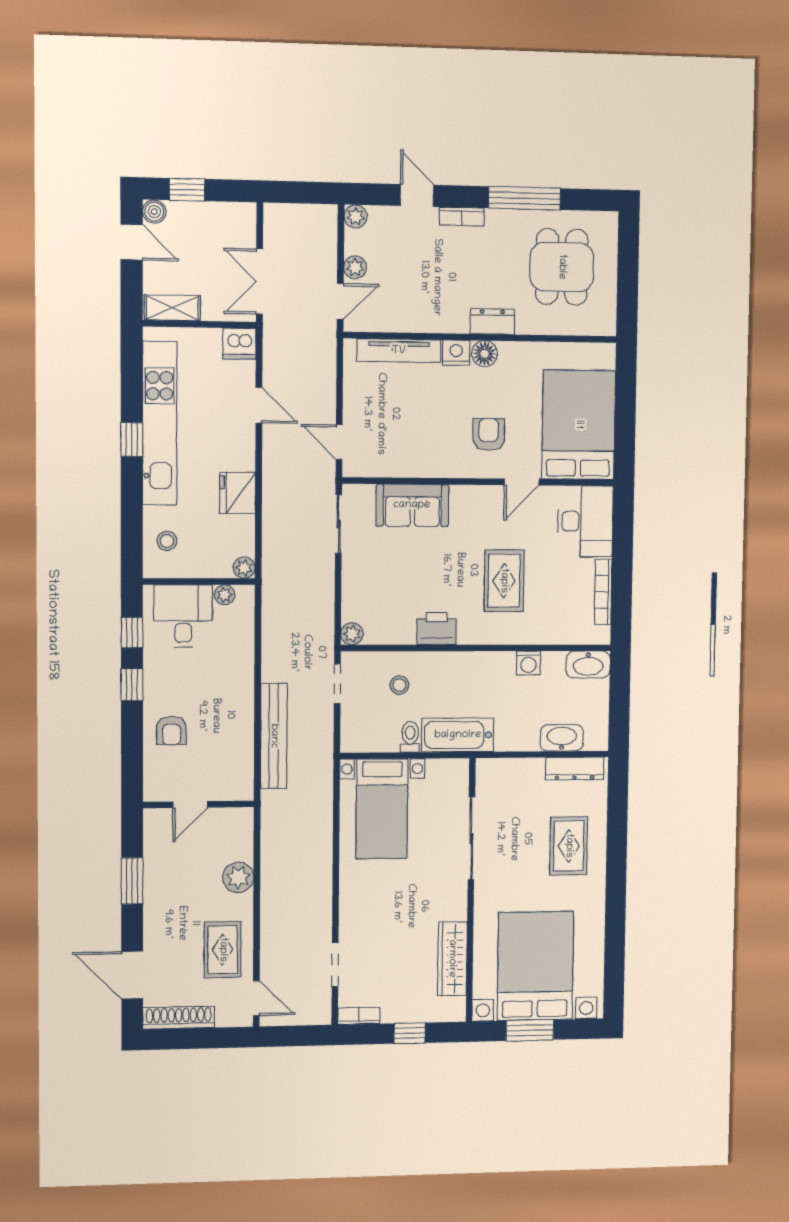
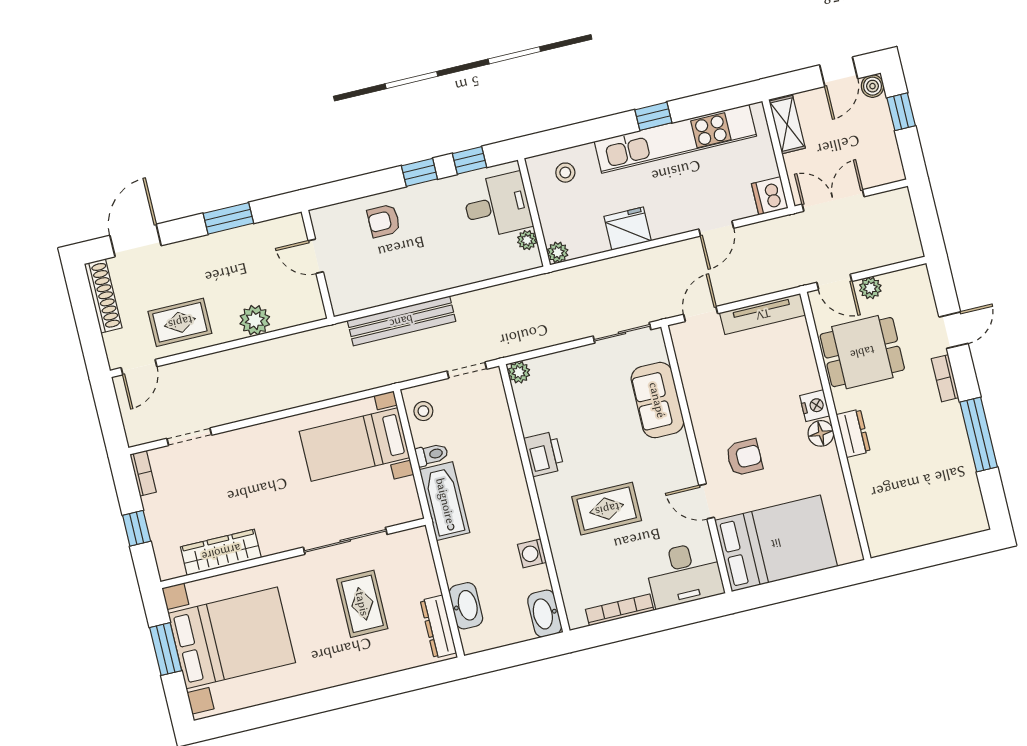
plant: (356, 216) -> (918, 276), removed
dining table: (562, 267) -> (862, 352), moved
tv unit: (399, 351) -> (763, 314), moved, turned -90
stool: (399, 685) -> (423, 411), moved
rug: (569, 846) -> (362, 604), moved, turned 90

